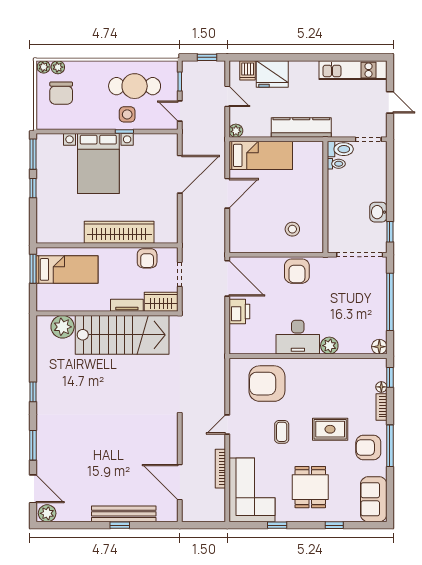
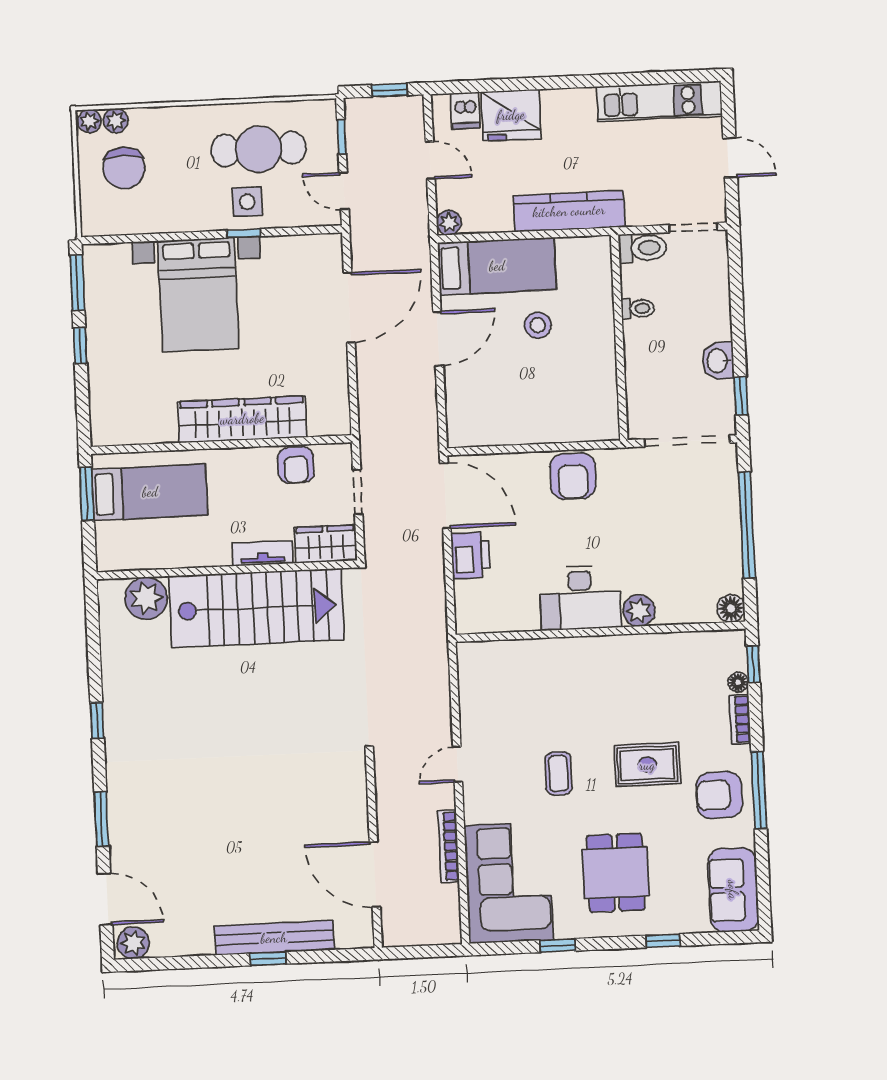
toilet: (336, 164) -> (638, 309), moved
stool: (292, 229) -> (538, 325), moved
armchair: (267, 384) -> (527, 686), removed

